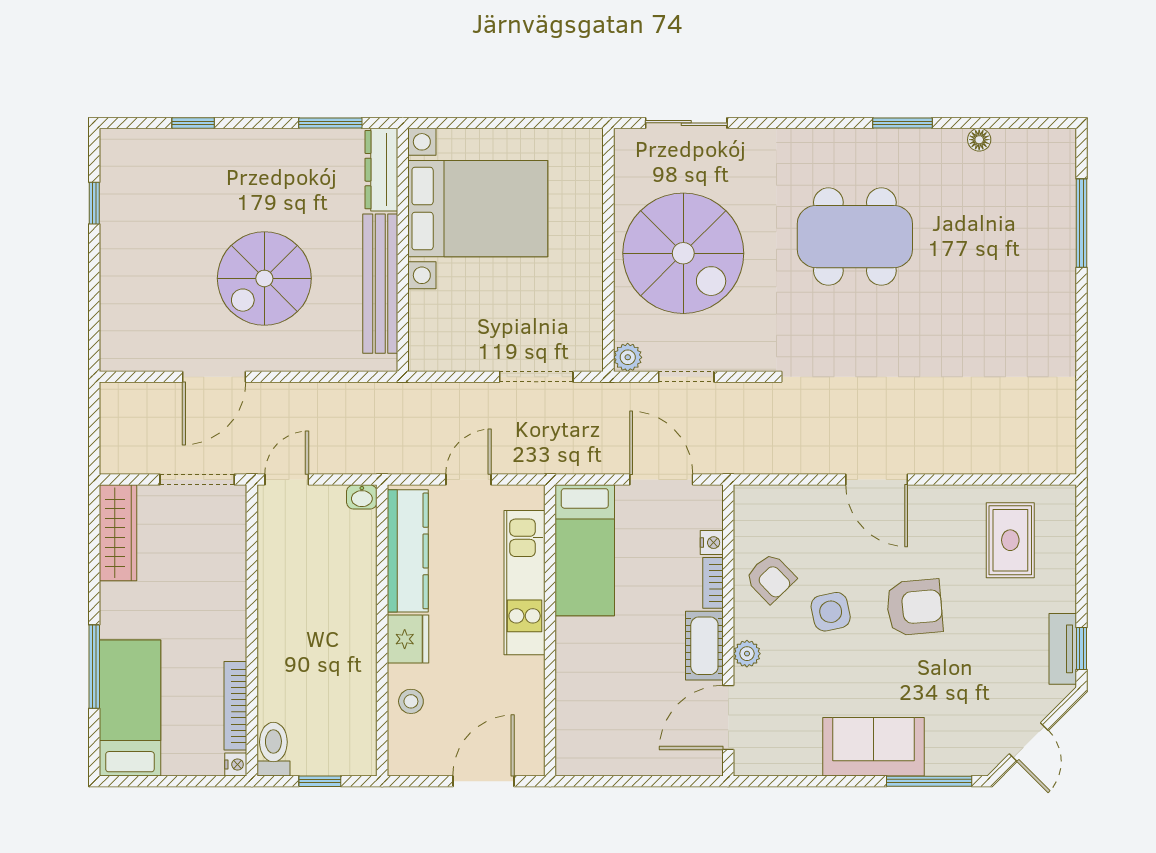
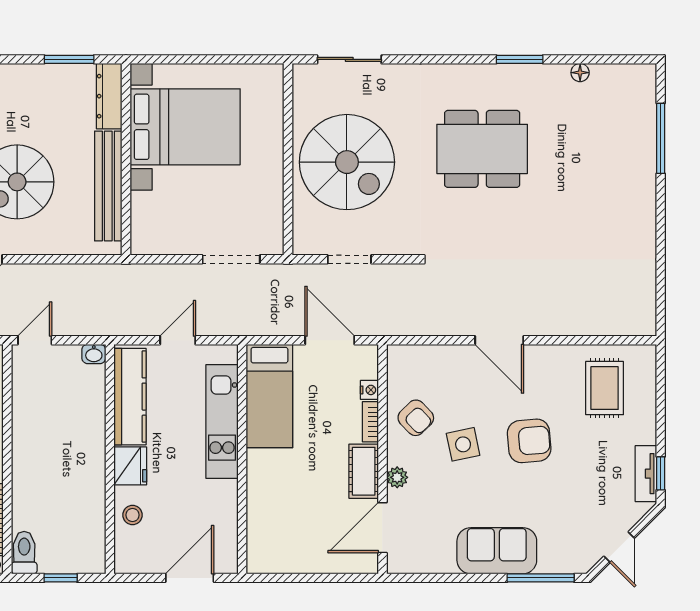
plant: (628, 357) -> (303, 244), removed

